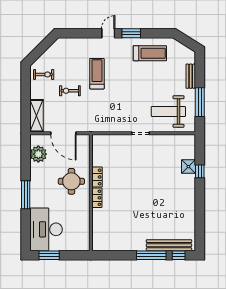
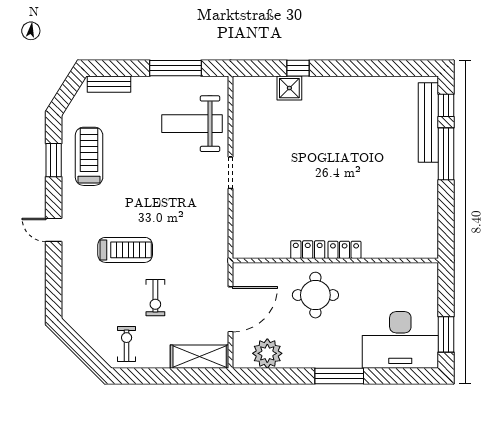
window: (131, 33) -> (54, 160), moved
treadmill: (97, 74) -> (125, 250), turned 180
bench: (191, 76) -> (109, 84), moved
weight bench: (168, 111) -> (192, 124), turned 90

